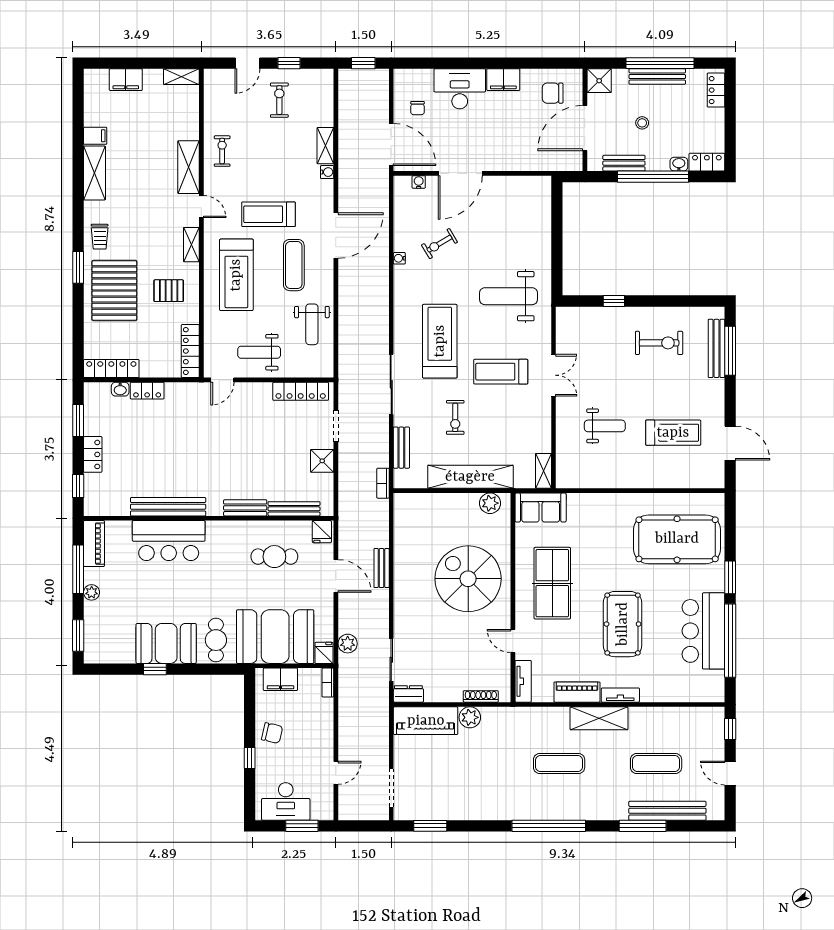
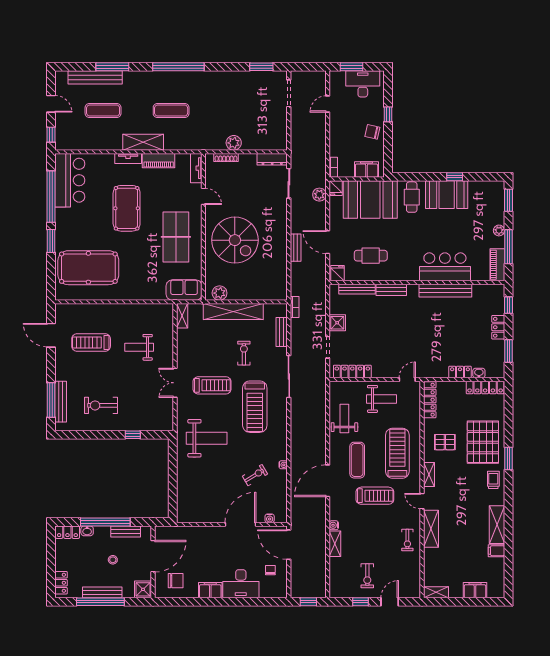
bar counter: (703, 631) -> (70, 180), moved
dresser: (408, 694) -> (272, 159), width x1.44
piano: (426, 721) -> (265, 141), removed

